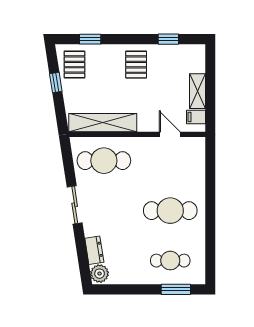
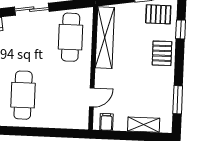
window: (168, 39) -> (178, 100), width x1.50
pallet: (136, 65) -> (162, 53), moved, turned 90
shelving: (197, 91) -> (144, 125), moved

